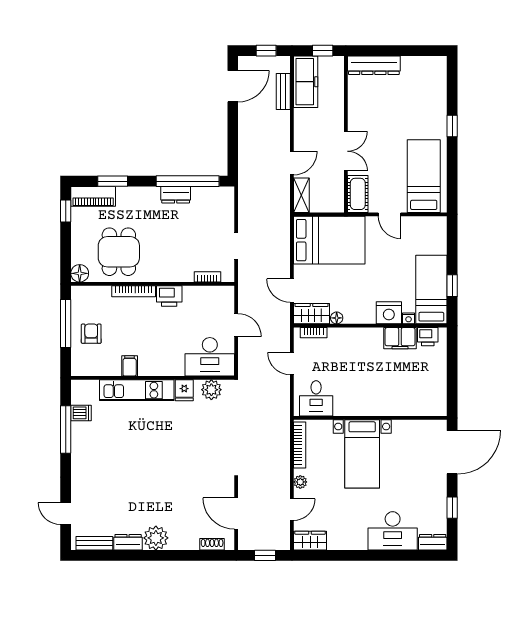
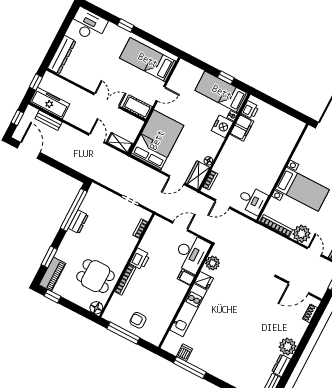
desk: (429, 79) -> (88, 25), added
filing cabinet: (130, 366) -> (186, 277), moved
plant: (300, 482) -> (302, 234), width x1.88, depth x1.88

